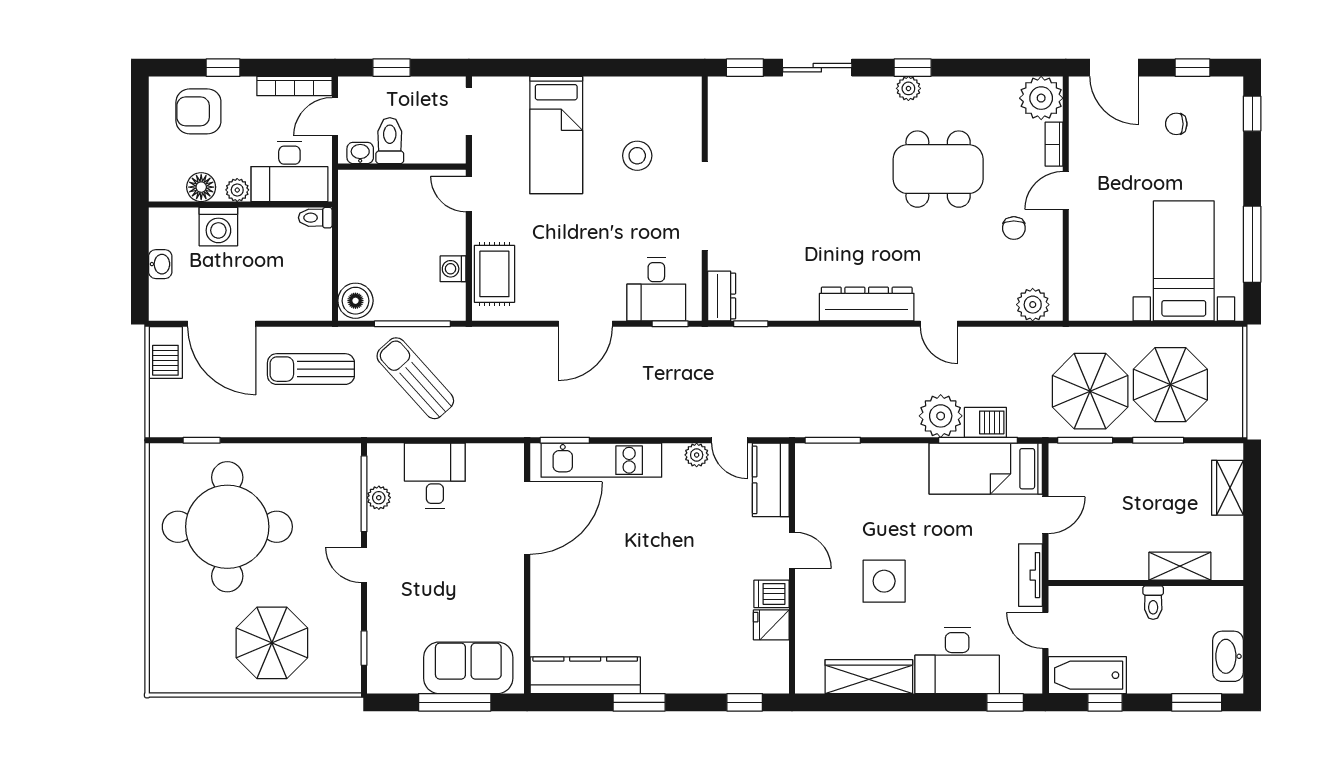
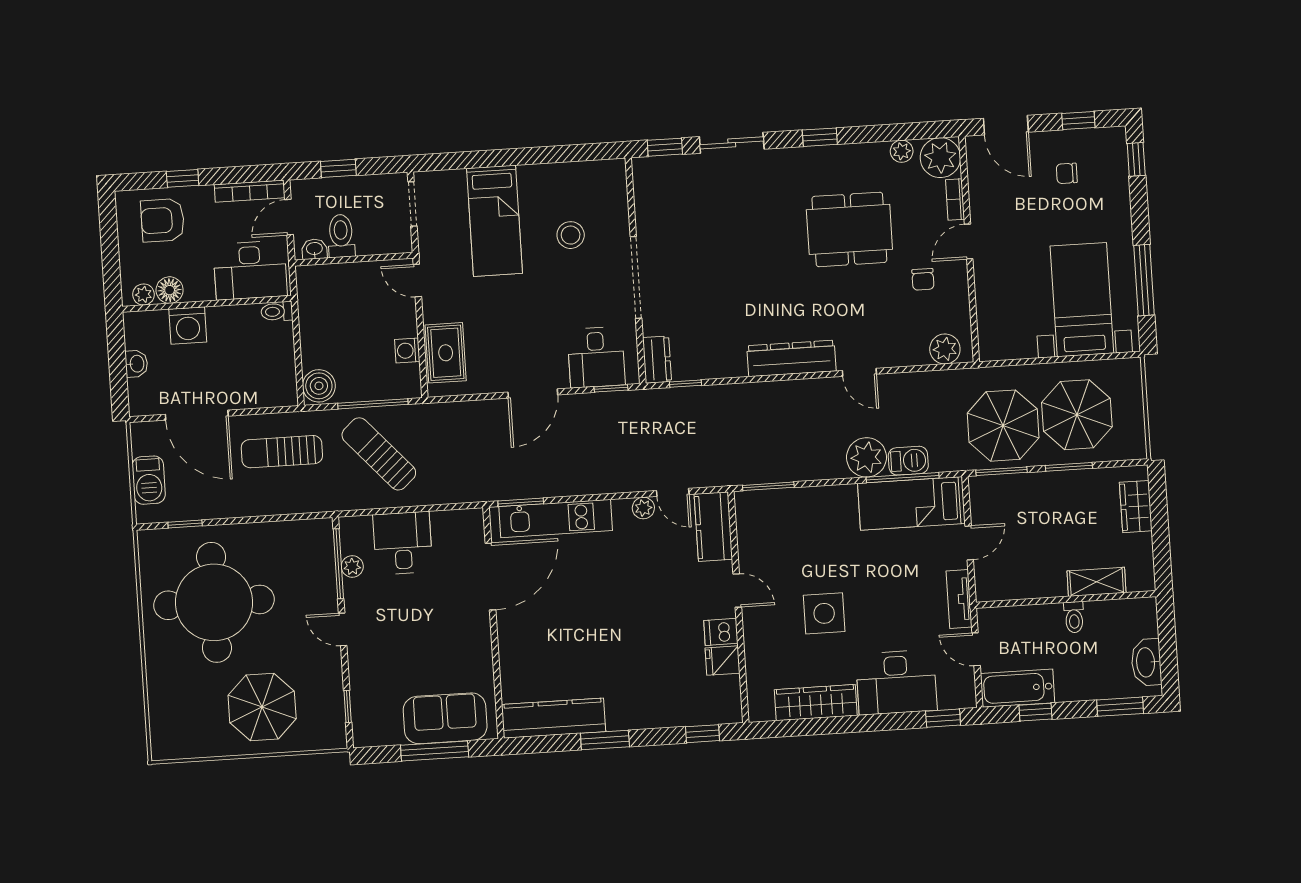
plant: (908, 88) -> (902, 151), moved
plant: (237, 190) -> (144, 294), moved
barbecue: (165, 353) -> (149, 480), moved

